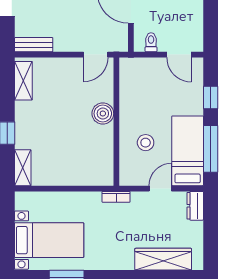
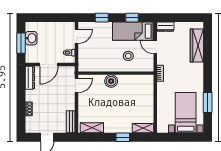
door: (96, 55) -> (77, 85), hinge flipped
window: (211, 149) -> (132, 18), width x0.46

